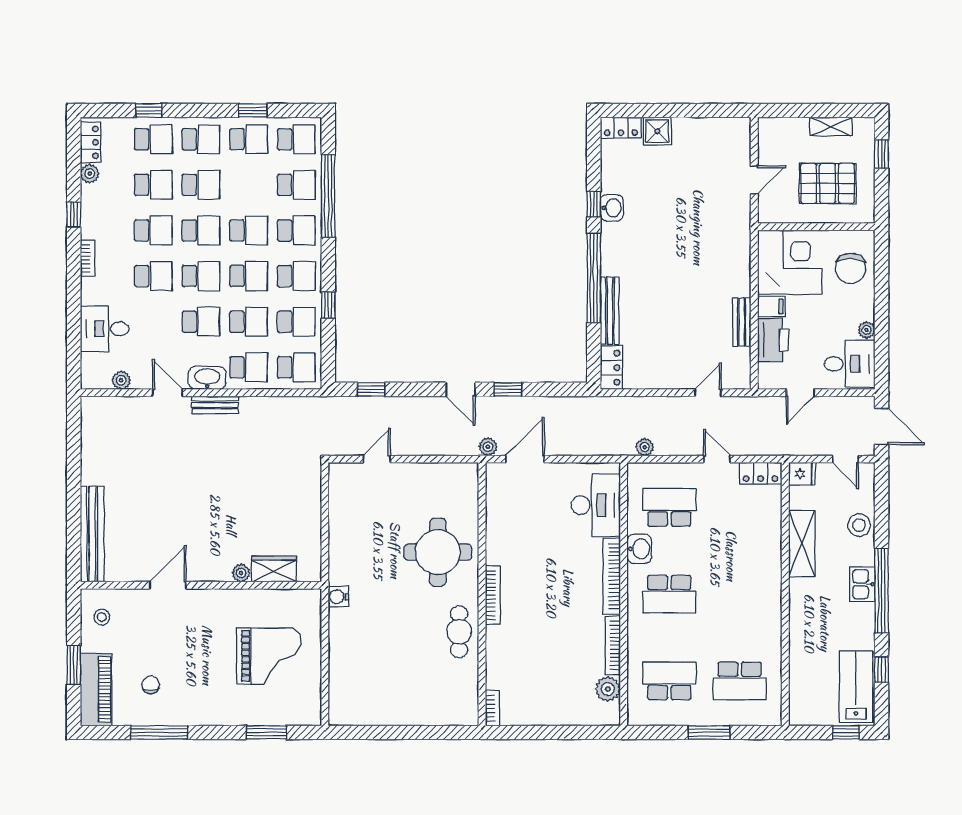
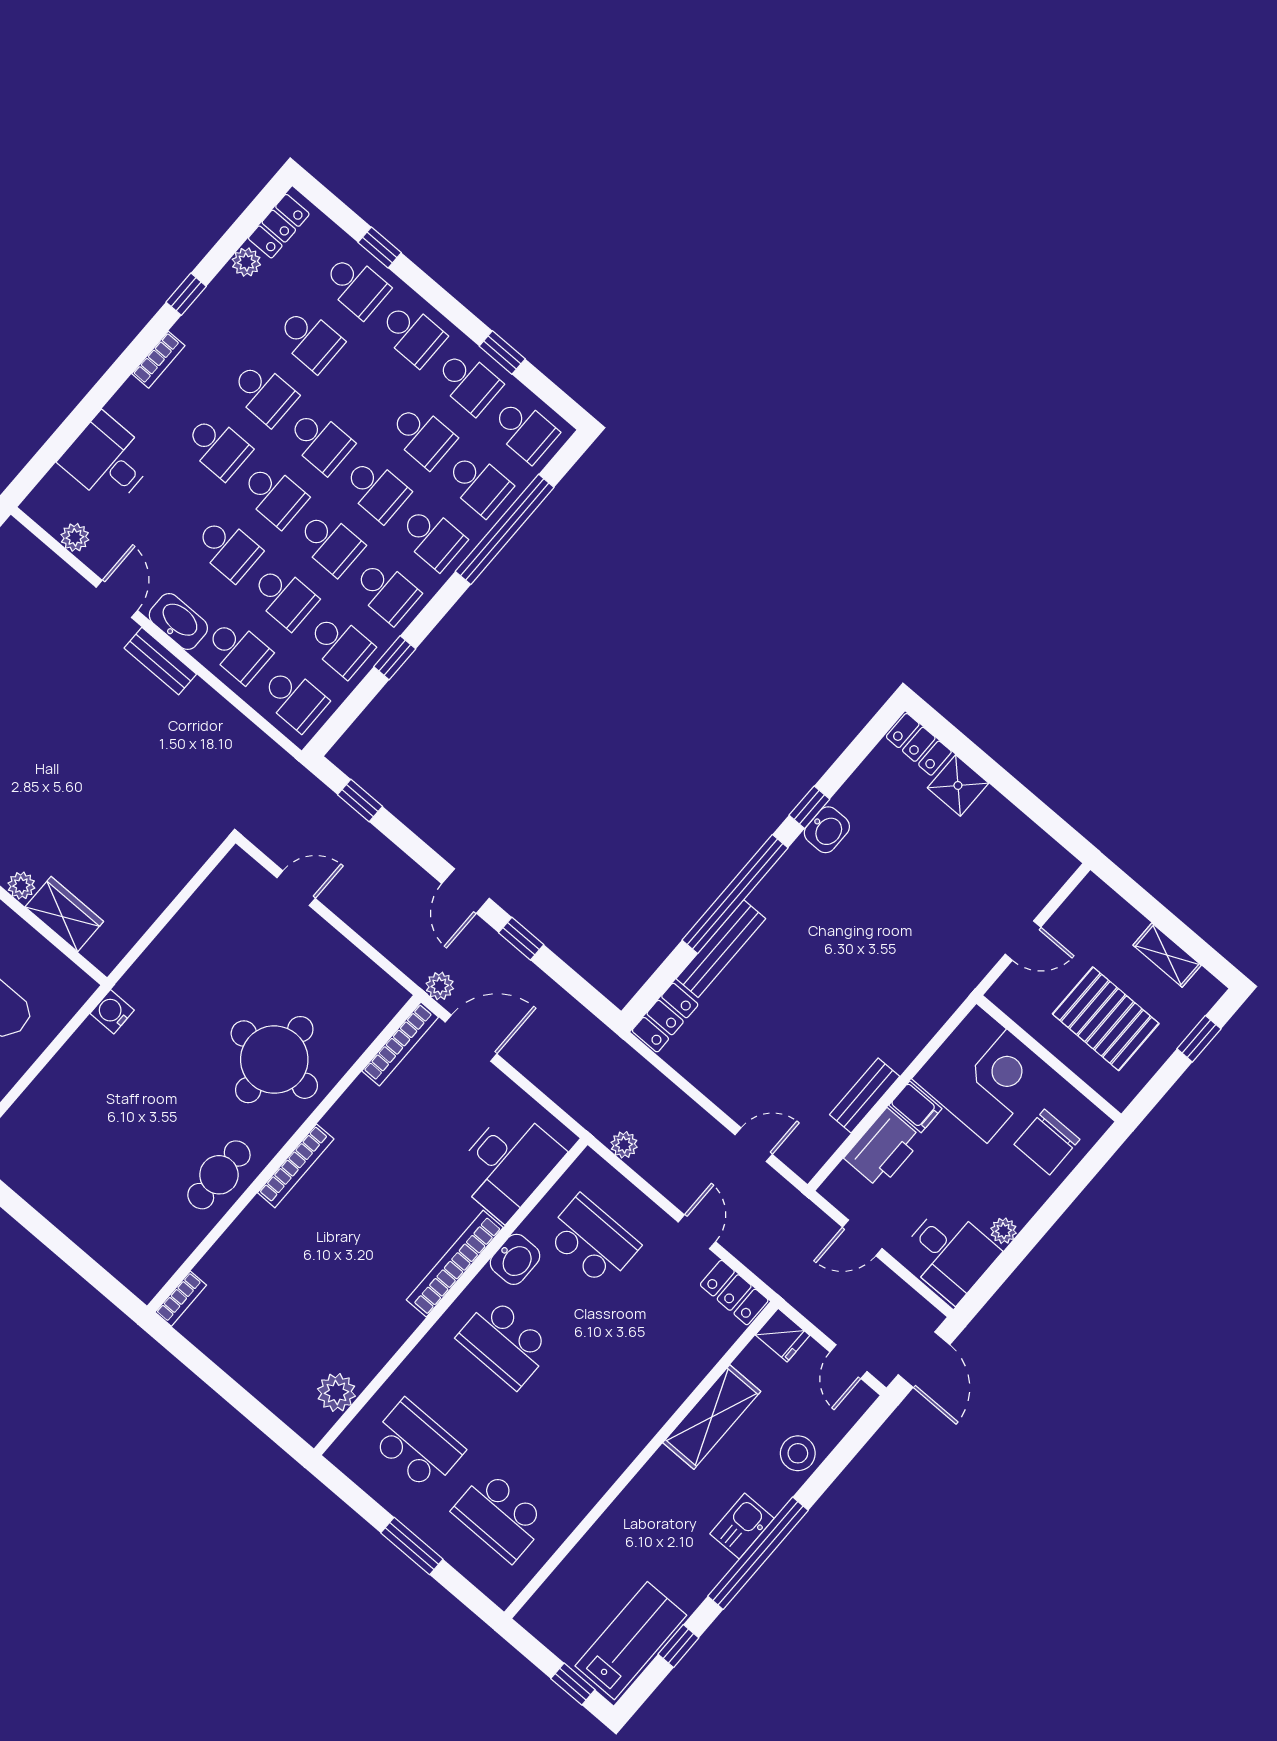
school desk: (201, 185) -> (422, 436), moved
bookcase: (613, 645) -> (400, 1044), moved, turned 180

